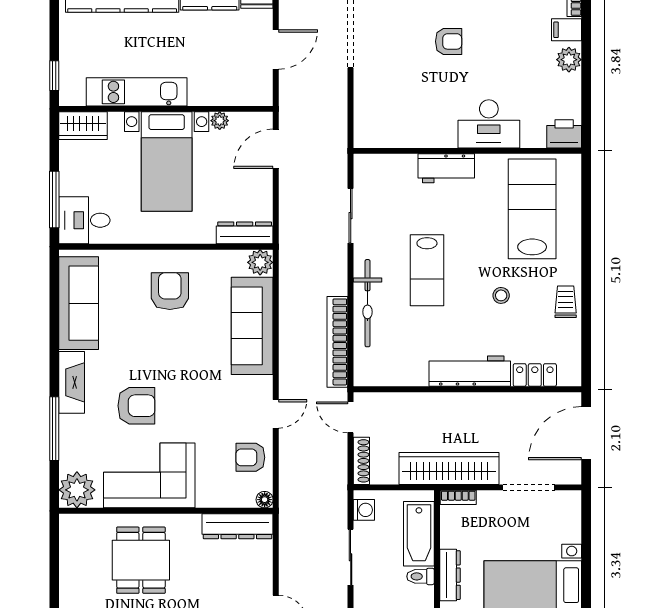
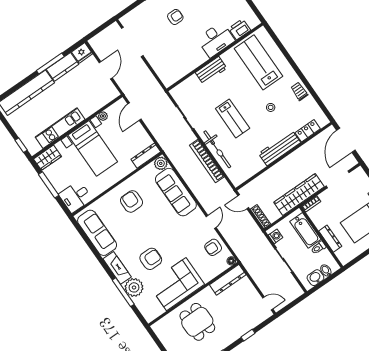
printer: (564, 134) -> (240, 29), moved
window: (54, 200) -> (49, 185), moved
bookcase: (337, 342) -> (207, 161), moved
plant: (77, 490) -> (134, 287), moved

